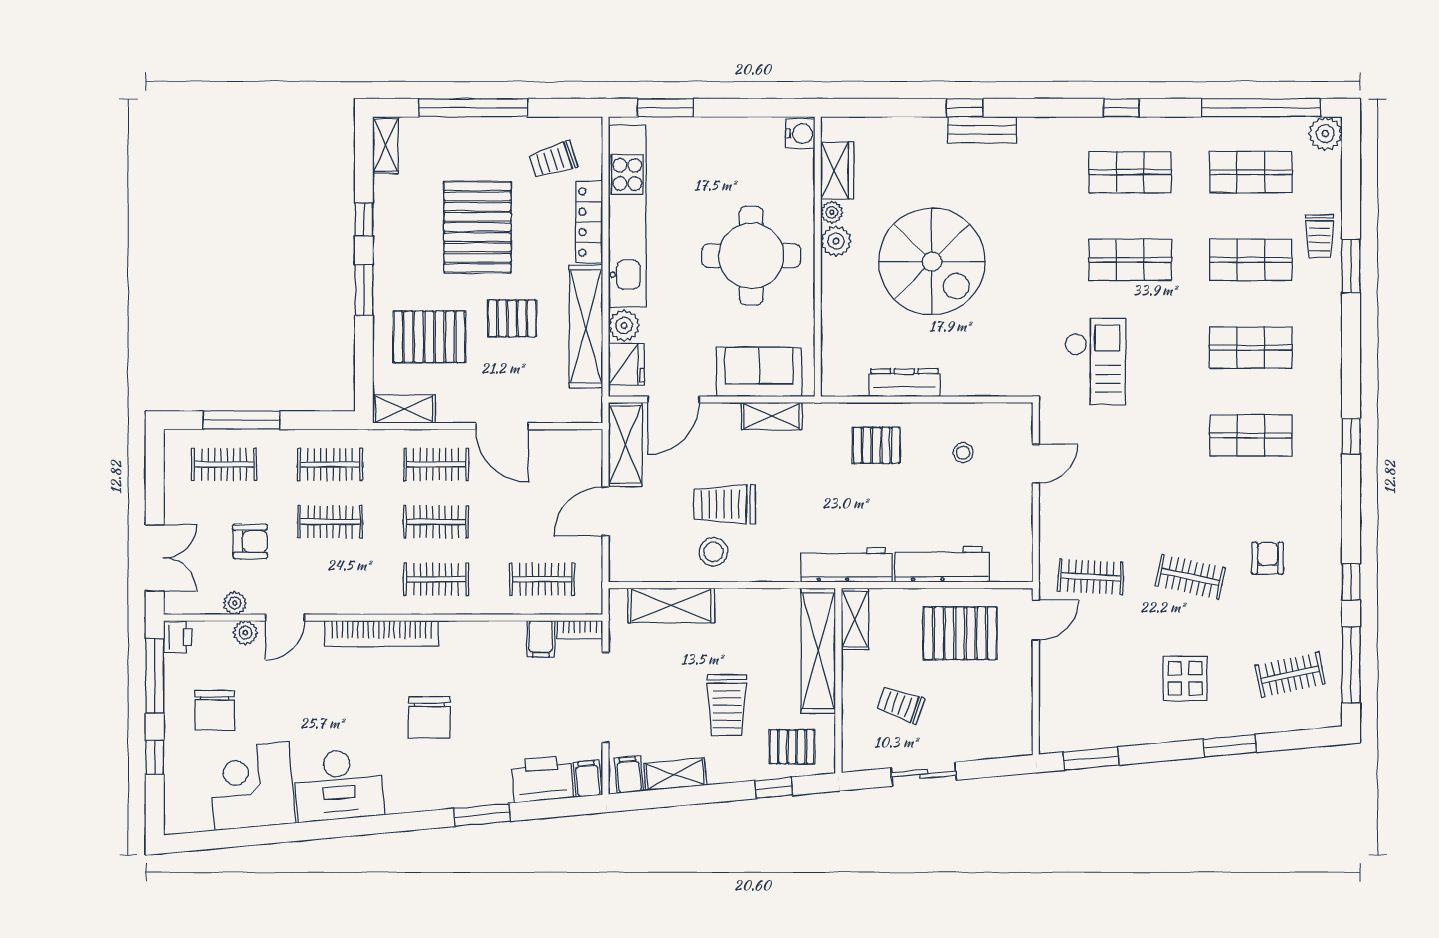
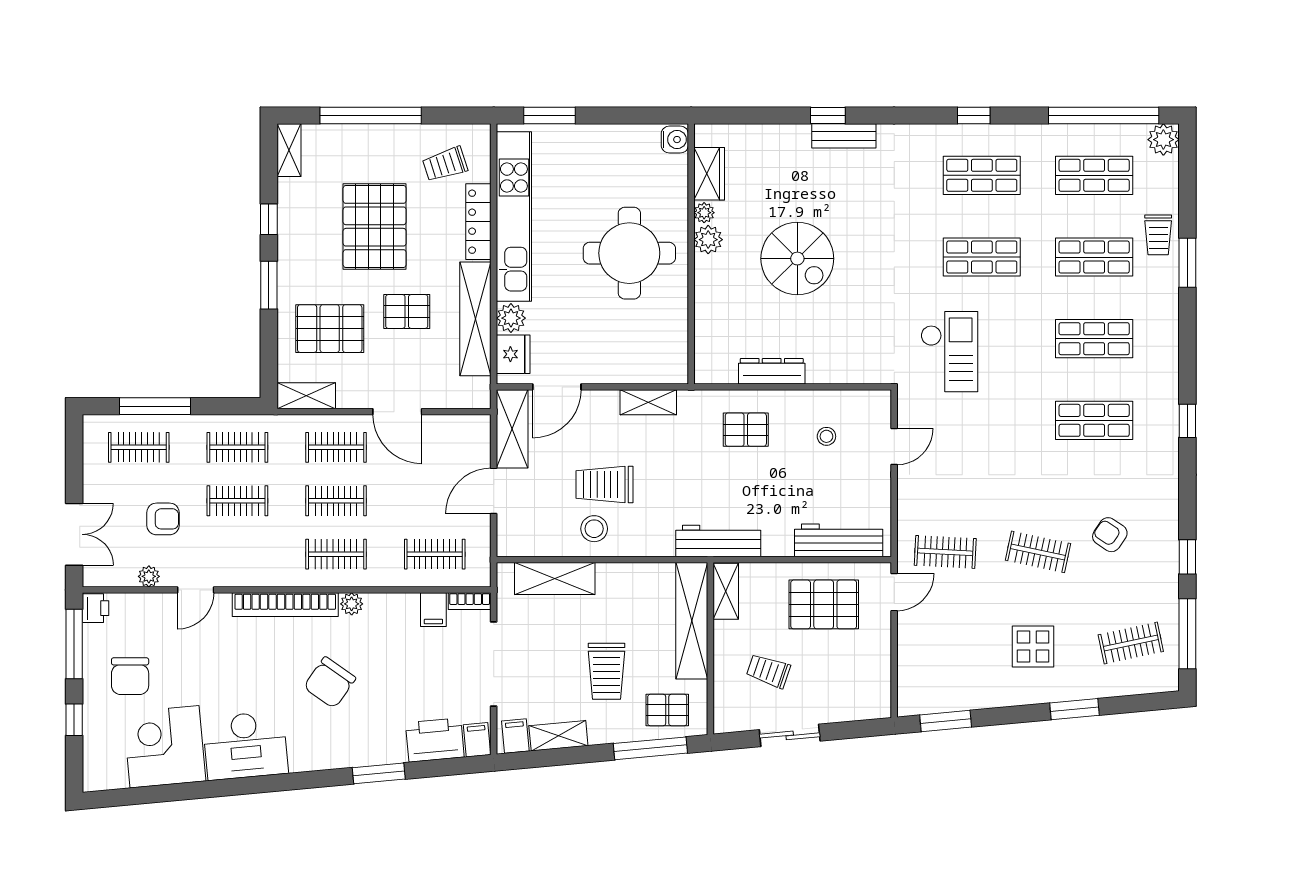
spiral stairs: (932, 262) -> (797, 259), width x0.73, depth x0.73
sofa: (759, 372) -> (637, 361), removed
armchair: (1268, 558) -> (1110, 535), turned -56
workbench: (942, 564) -> (839, 540), moved
plant: (245, 633) -> (352, 604), moved
chair: (429, 717) -> (330, 683), turned 35
window: (774, 788) -> (650, 748), width x2.17

